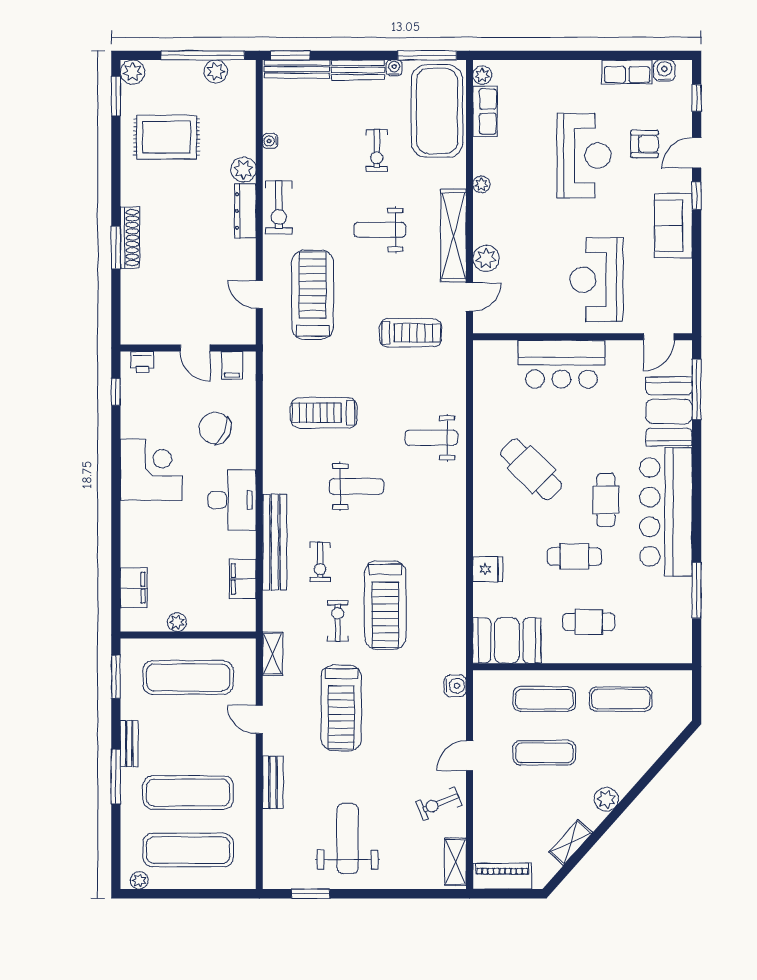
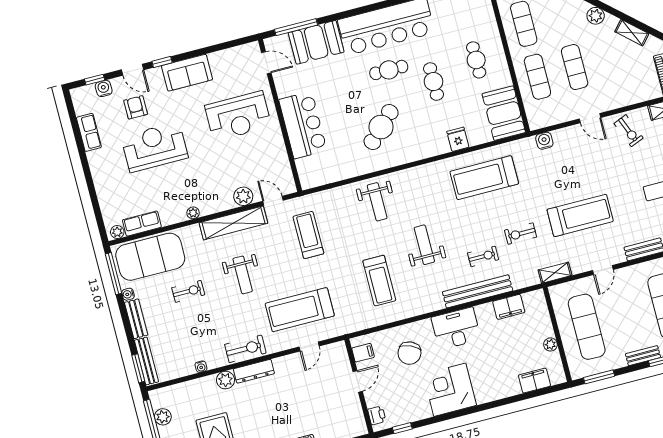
water cooler: (664, 71) -> (104, 88), moved, turned 90
treadmill: (385, 605) -> (484, 178), moved, turned 180

